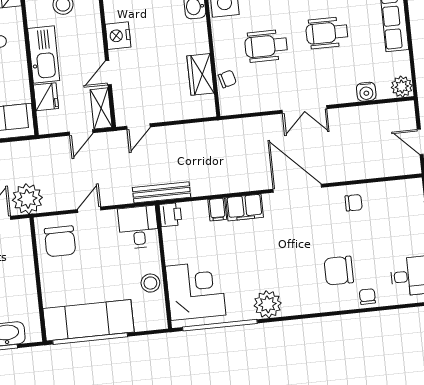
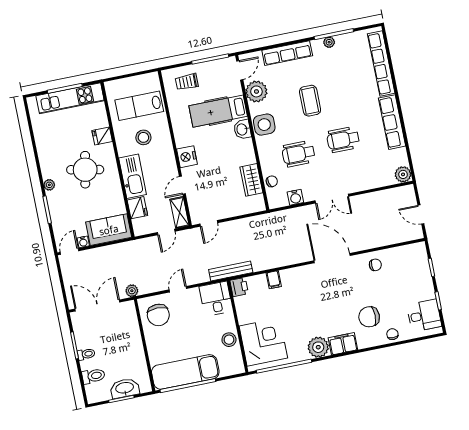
water cooler: (366, 92) -> (295, 197), moved
plant: (27, 199) -> (132, 291), width x0.53, depth x0.53
filing cabinet: (245, 207) -> (343, 344), moved, turned 180

